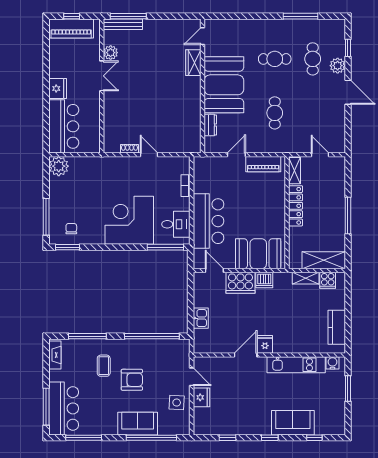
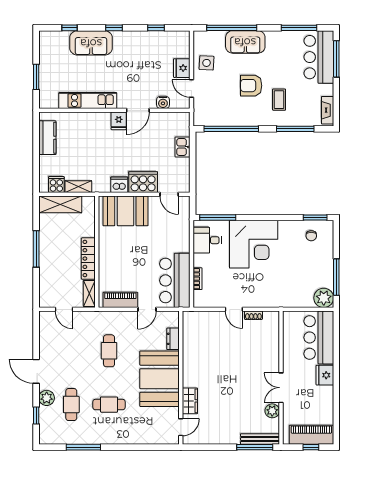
window: (46, 217) -> (336, 277), moved
bar counter: (208, 221) -> (175, 280), moved
water cooler: (332, 363) -> (163, 102), moved

